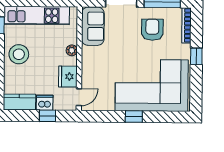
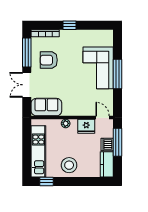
corner sofa: (152, 85) -> (98, 68), width x0.73, depth x0.74
window: (47, 116) -> (117, 142), width x2.17
window: (134, 117) -> (117, 74), width x2.17

